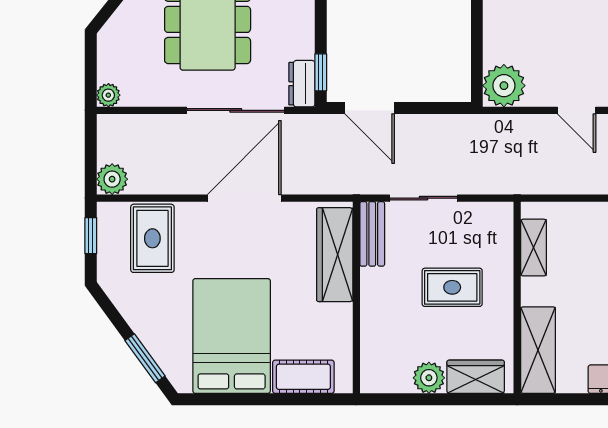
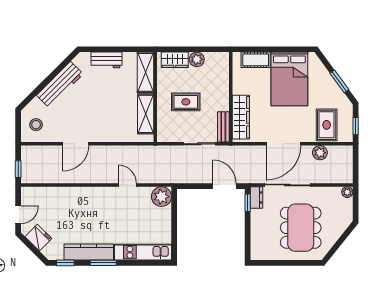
plant: (112, 179) -> (320, 153), moved
shelving: (534, 248) -> (146, 114), width x1.50, depth x1.33
window: (145, 358) -> (339, 81), moved

